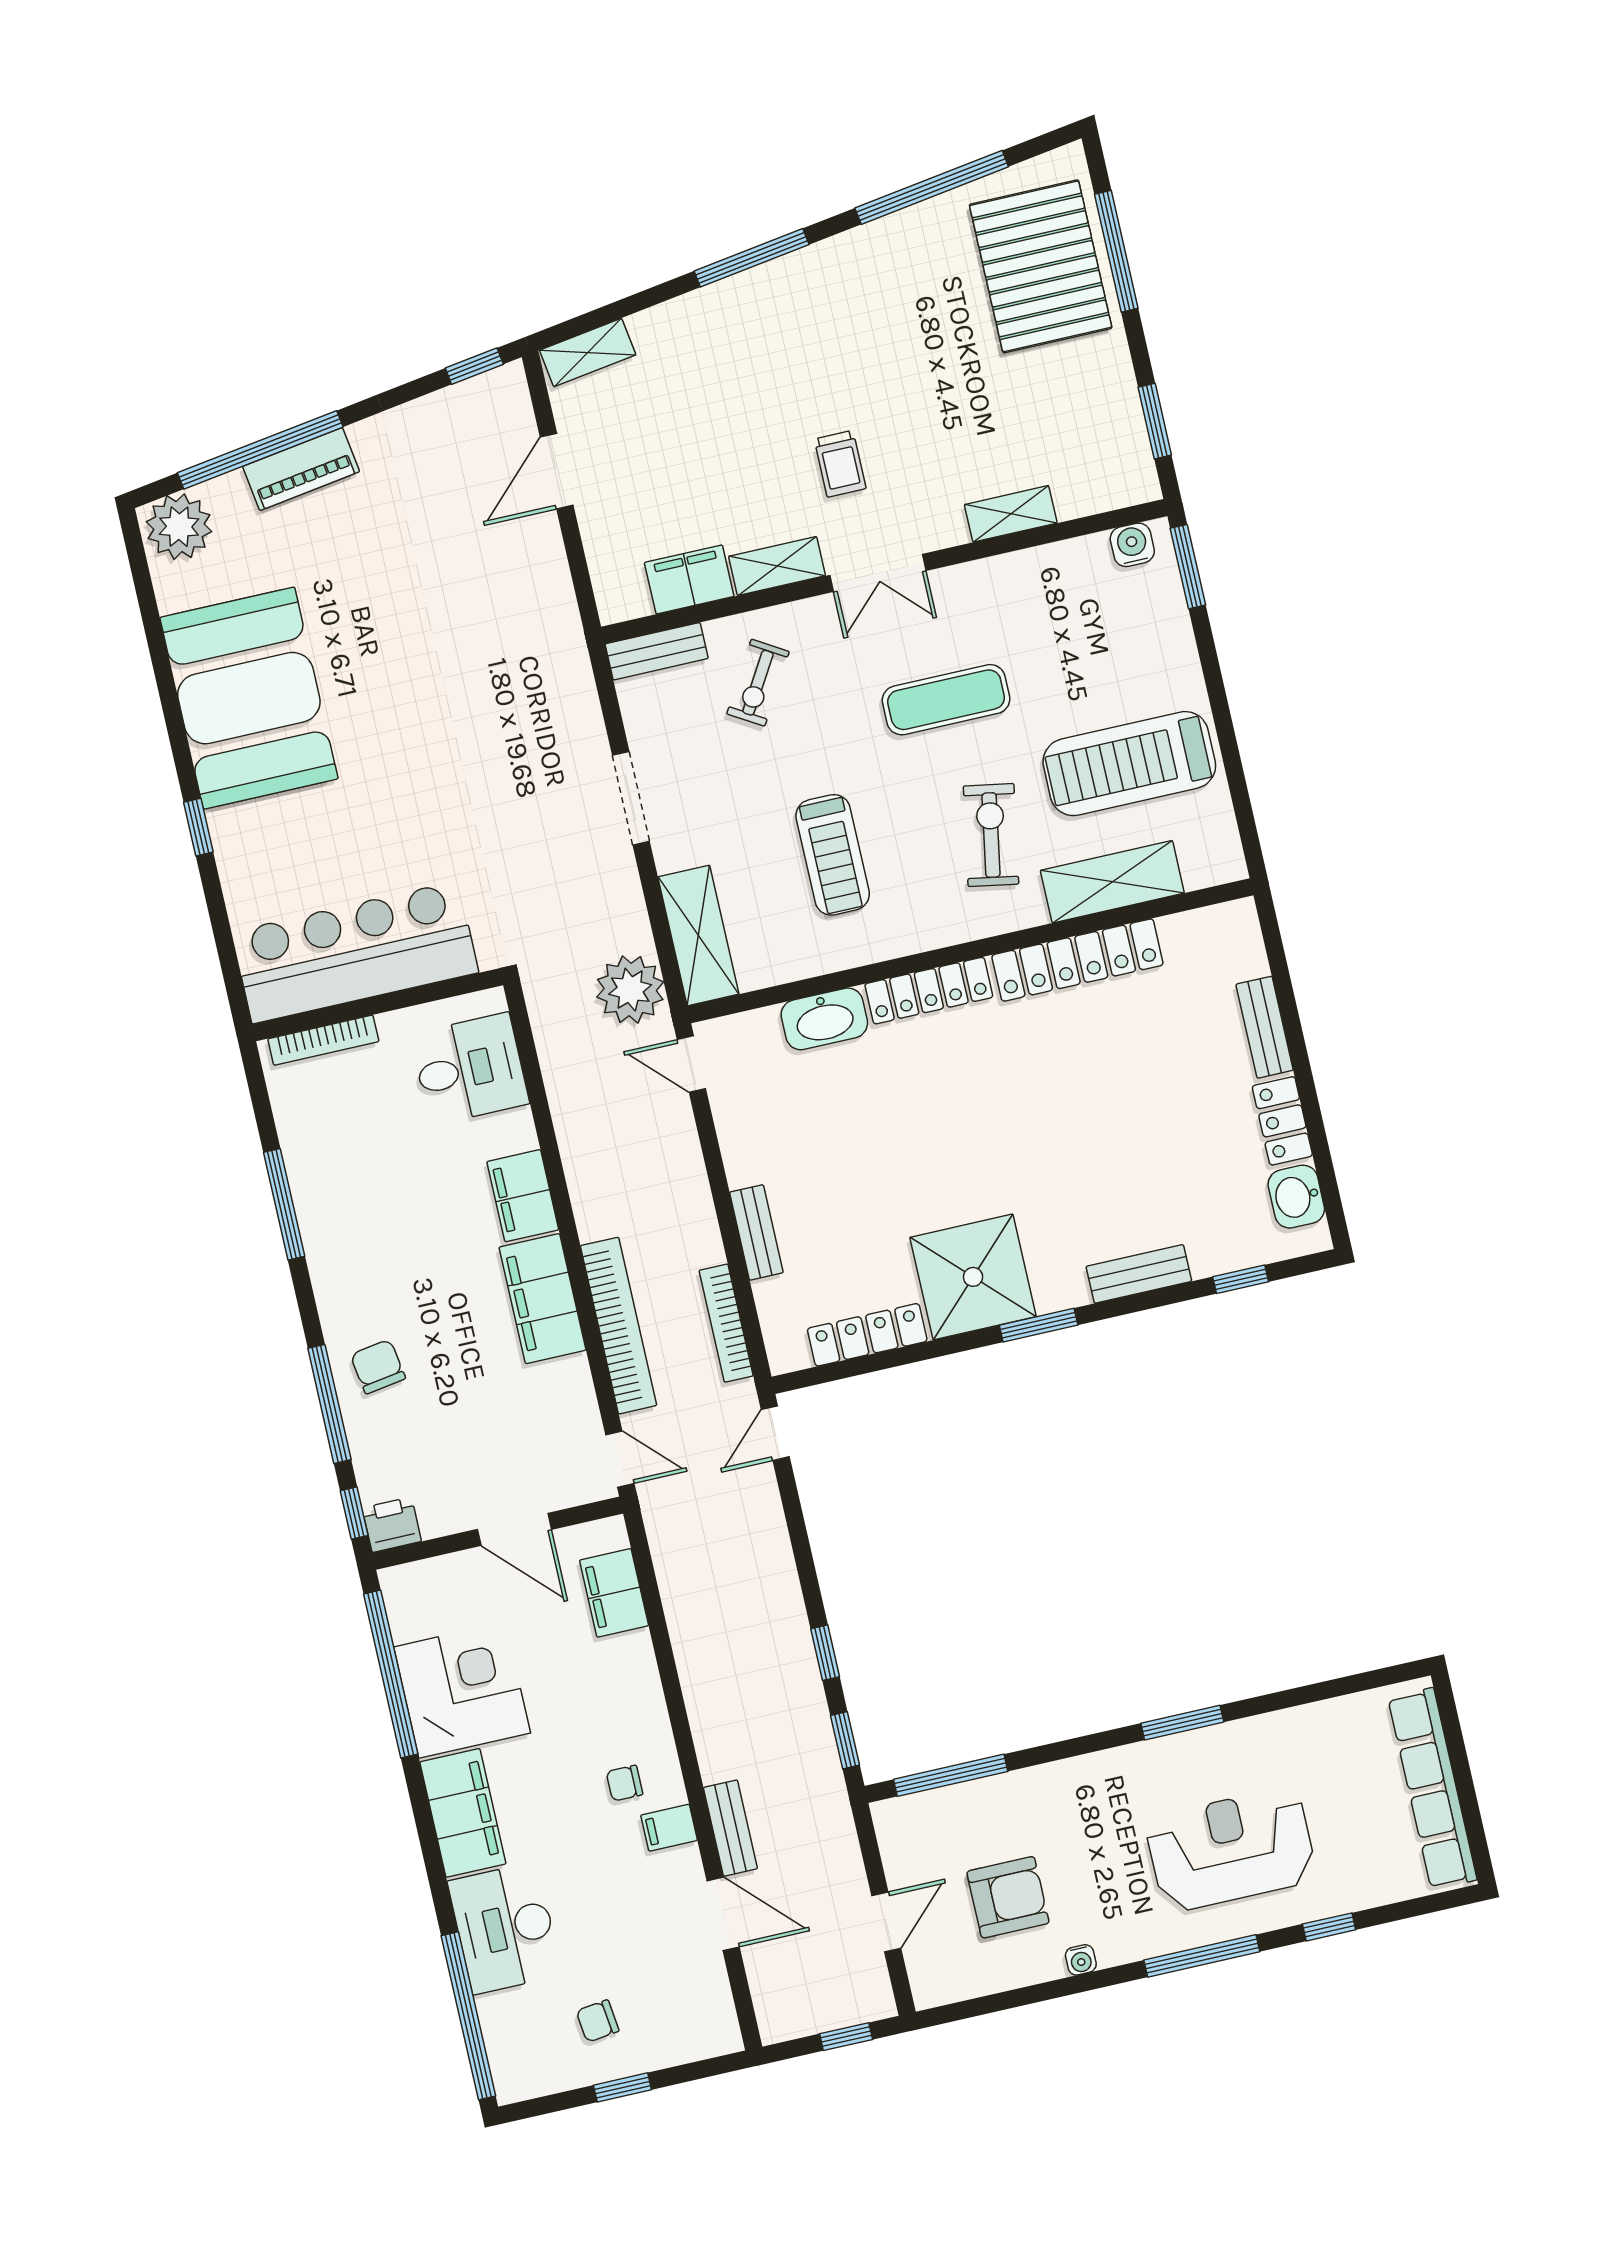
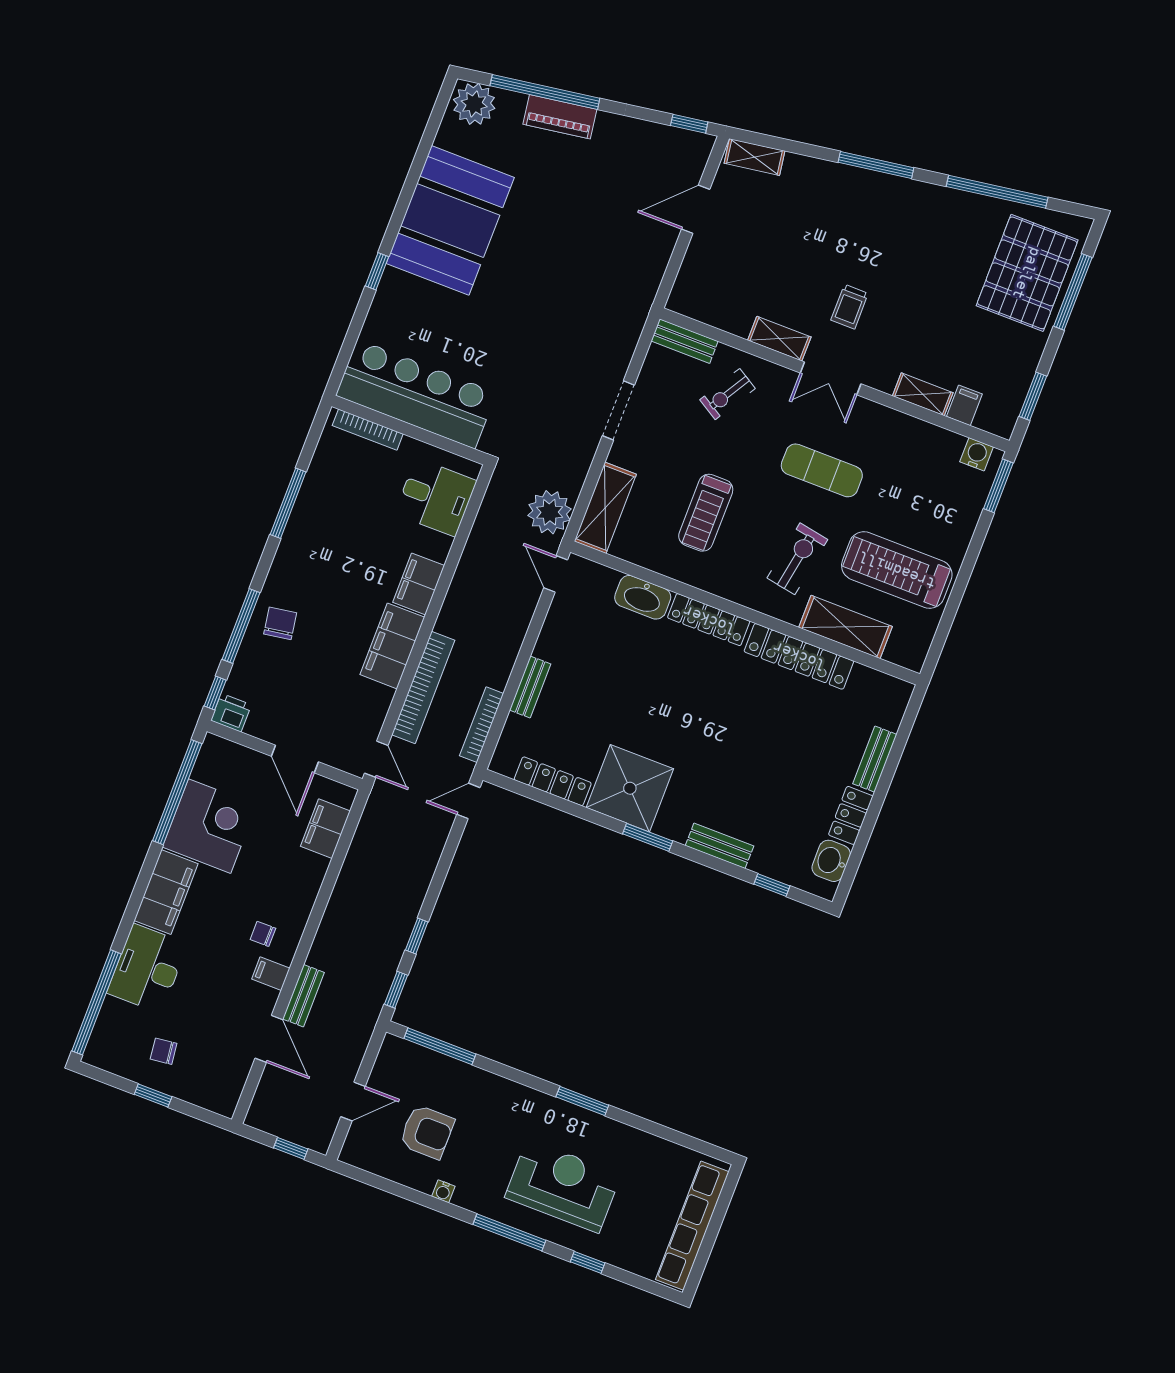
filing cabinet: (689, 579) -> (964, 405), moved, width x0.50

